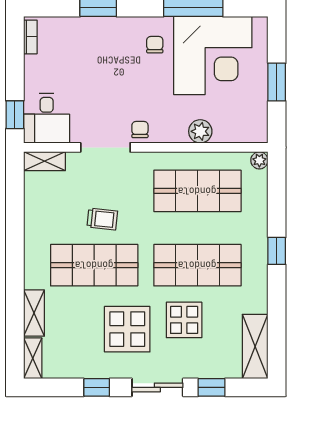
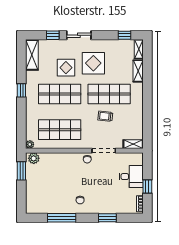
corner desk: (213, 56) -> (52, 195), removed
window: (277, 82) -> (21, 171), moved
window: (15, 115) -> (147, 186), moved
desk: (47, 118) -> (131, 177), moved, turned 90
plant: (200, 131) -> (34, 158), moved
window: (277, 251) -> (21, 90), moved
window: (97, 387) -> (125, 35), moved

